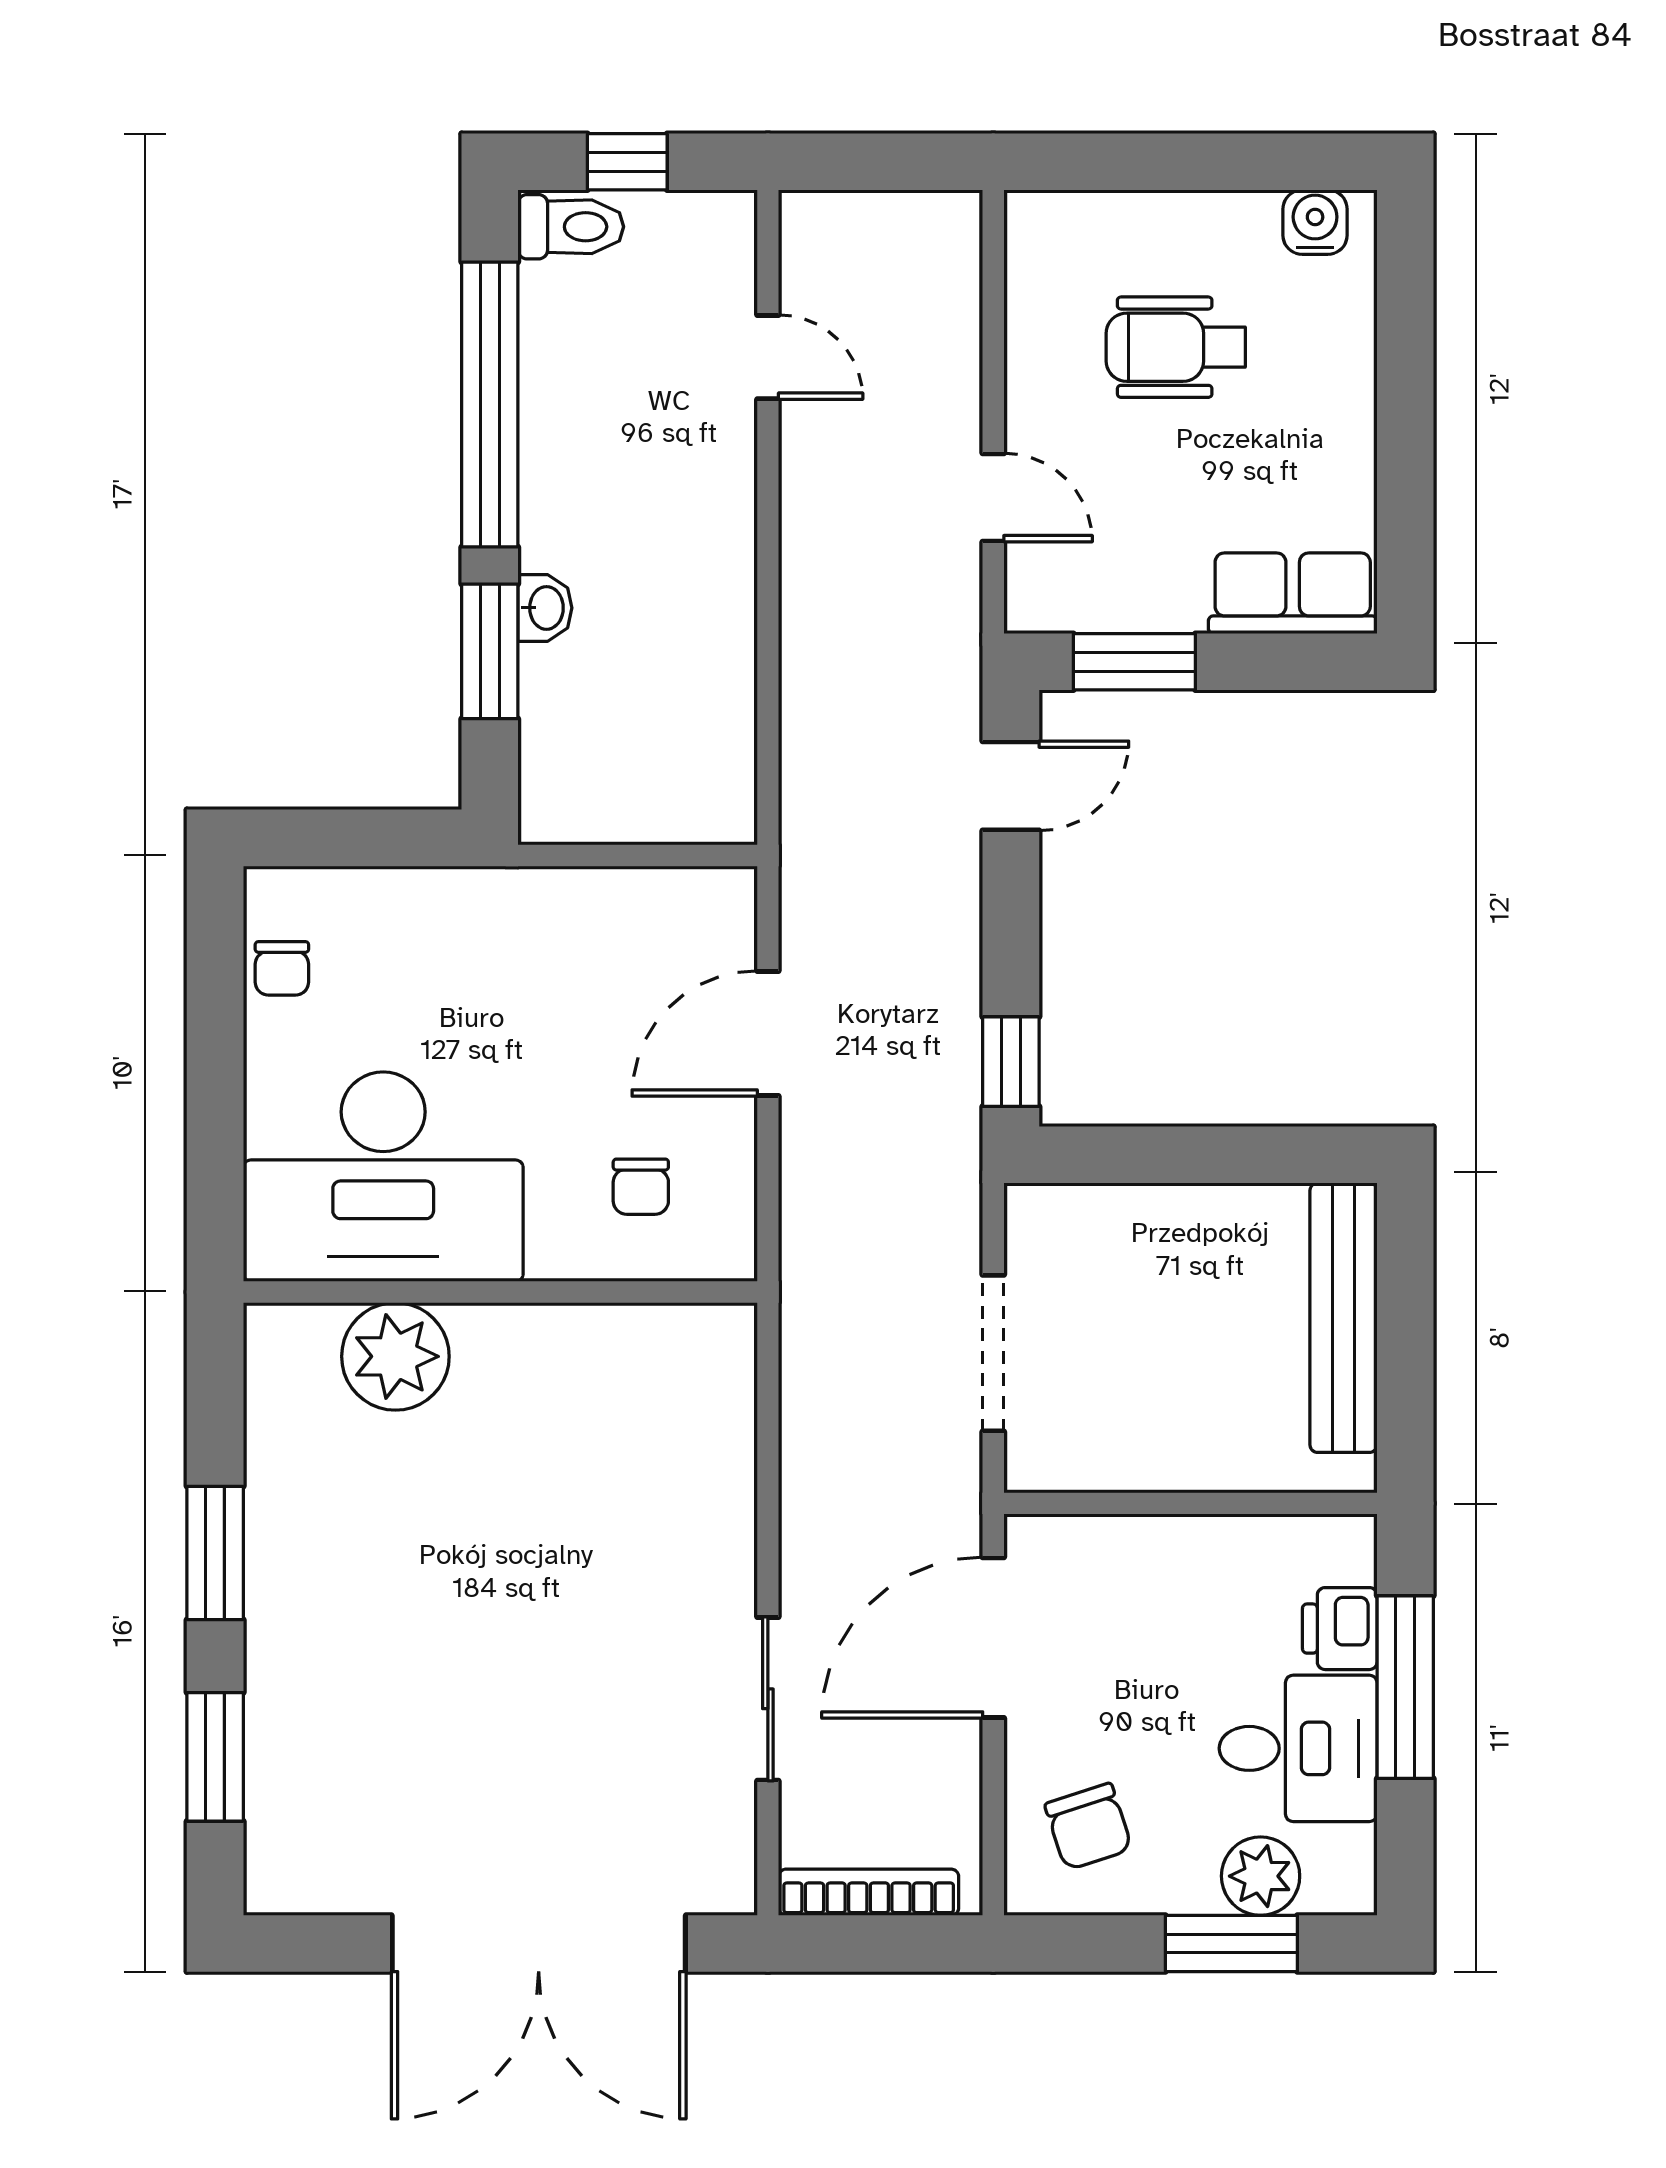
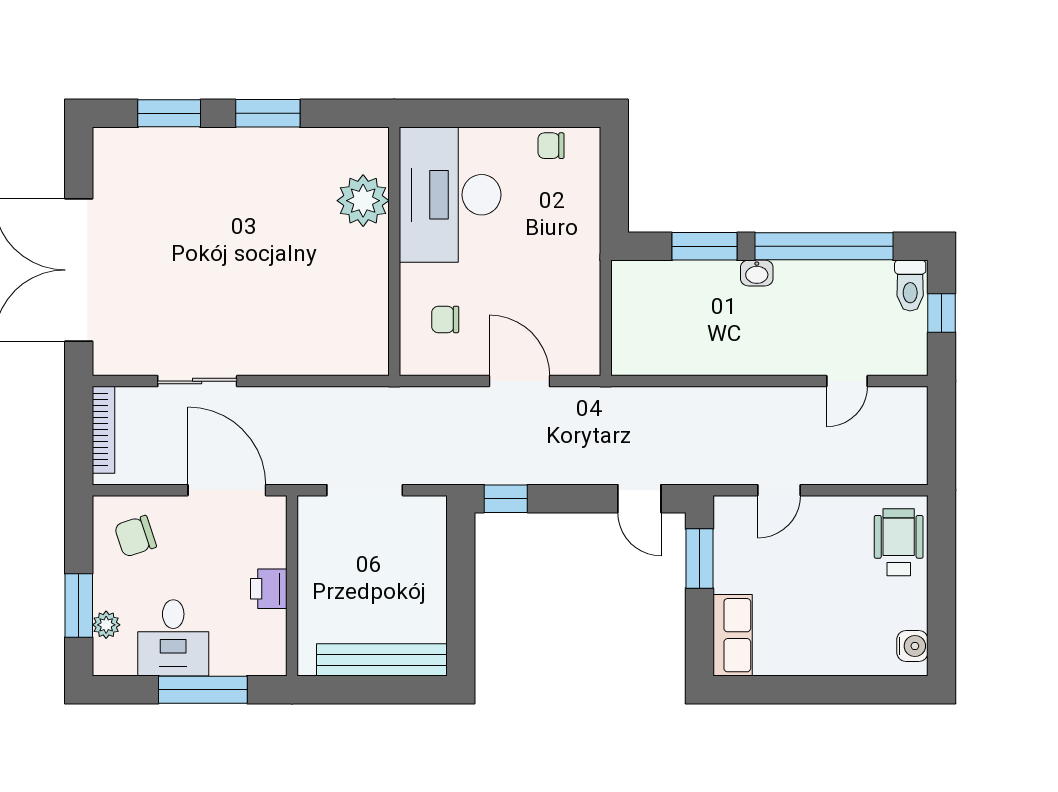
wheelchair: (1176, 347) -> (899, 542), moved
washbasin: (545, 608) -> (757, 273), moved
printer: (1340, 1629) -> (269, 589), moved, turned -90
plant: (1261, 1876) -> (106, 625), width x0.73, depth x0.73

